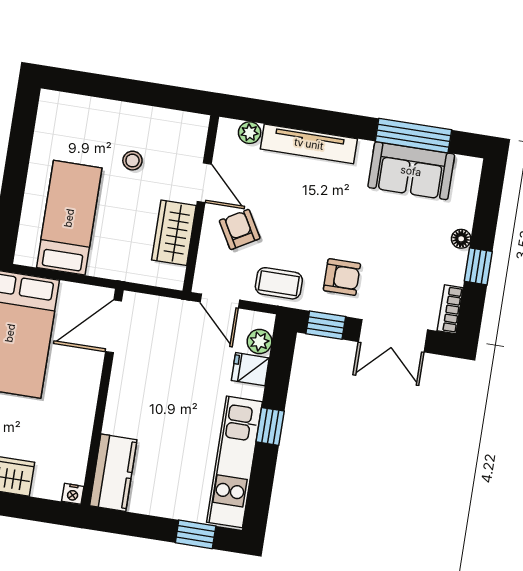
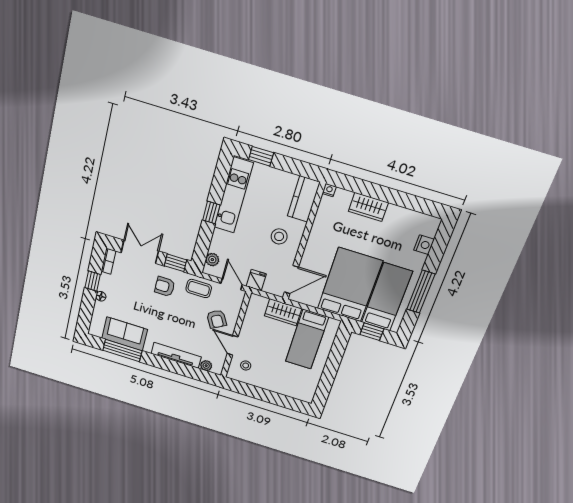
stool: (132, 161) -> (246, 366), moved
wardrobe: (174, 233) -> (283, 312), moved, turned 90
fridge: (250, 369) -> (256, 280), moved, turned -90
stool: (146, 401) -> (279, 236), added

